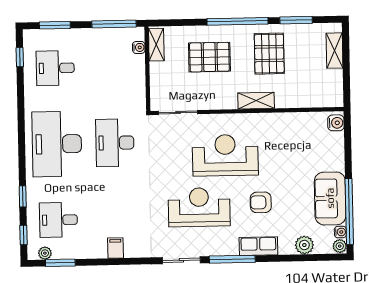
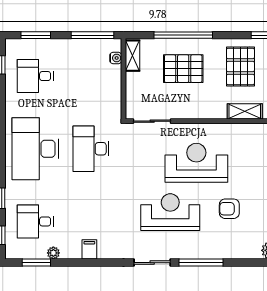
window: (238, 21) -> (183, 35), moved
shelving: (256, 101) -> (245, 111), moved
row of seats: (258, 246) -> (226, 251), removed
plant: (45, 253) -> (53, 253), moved

